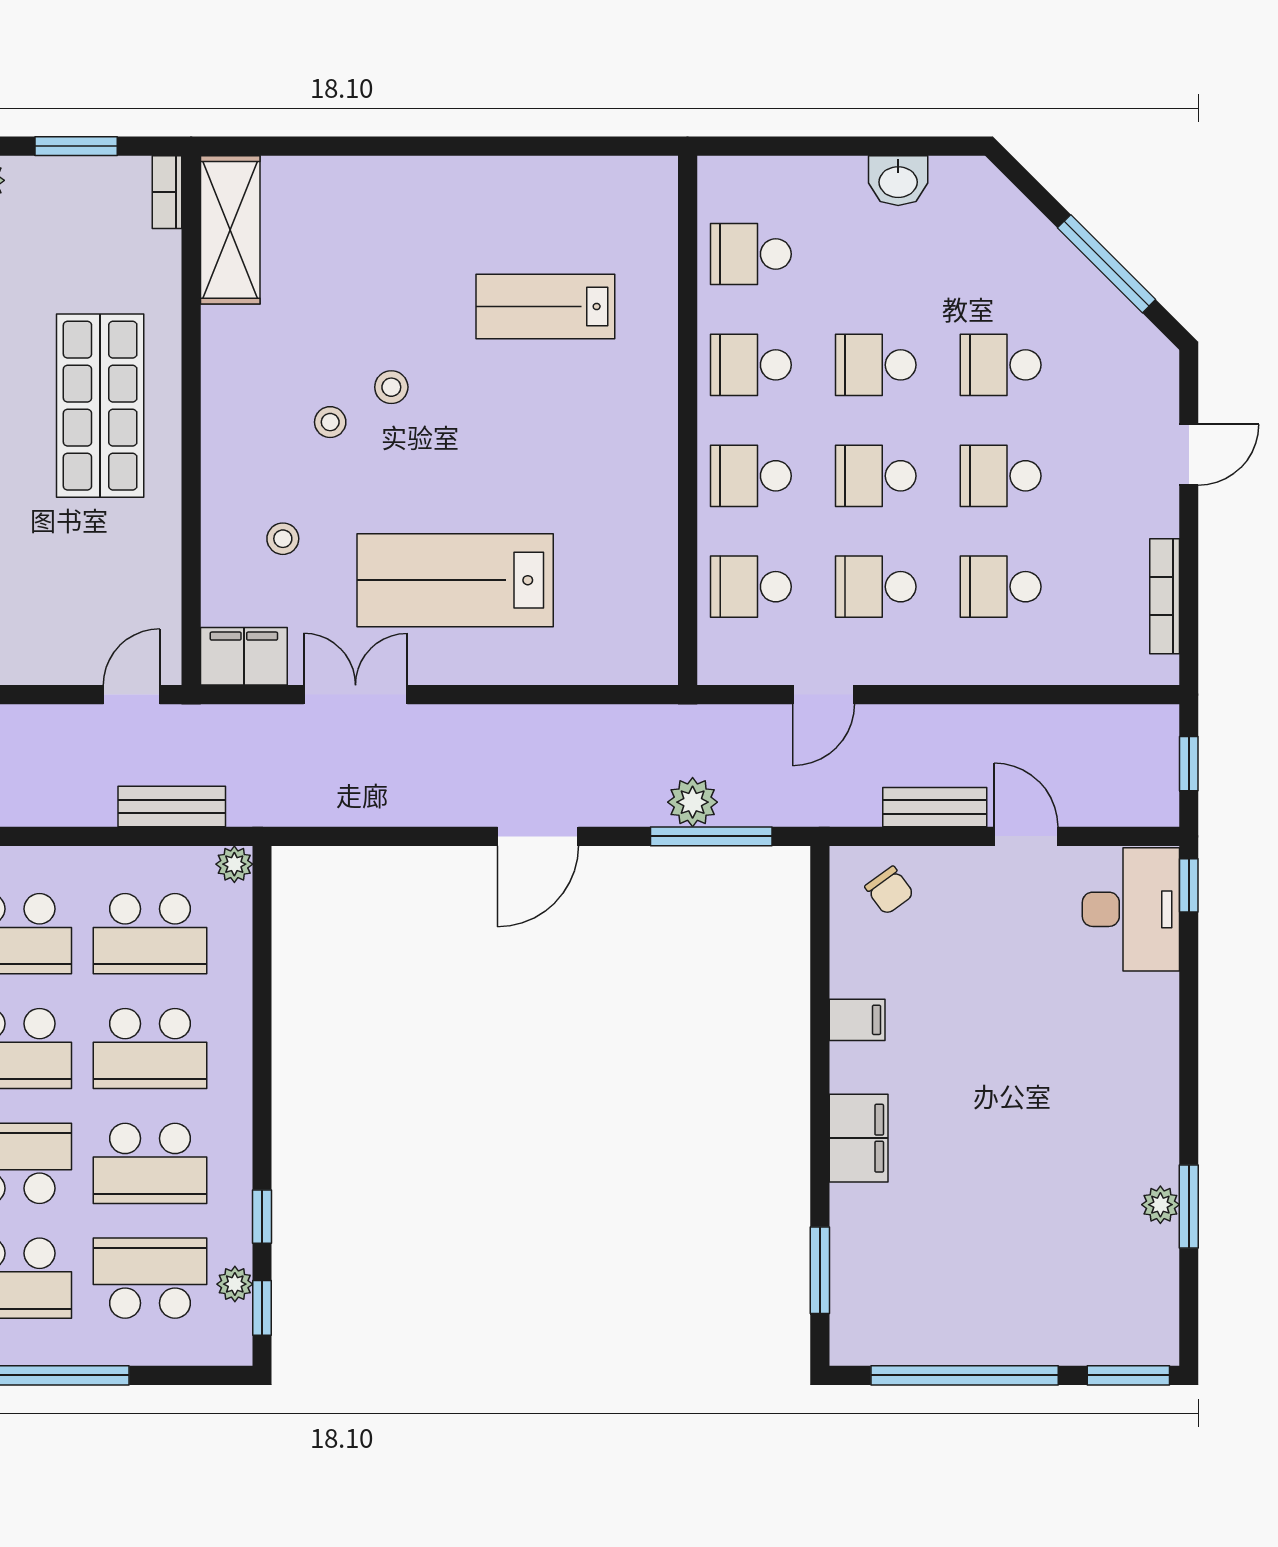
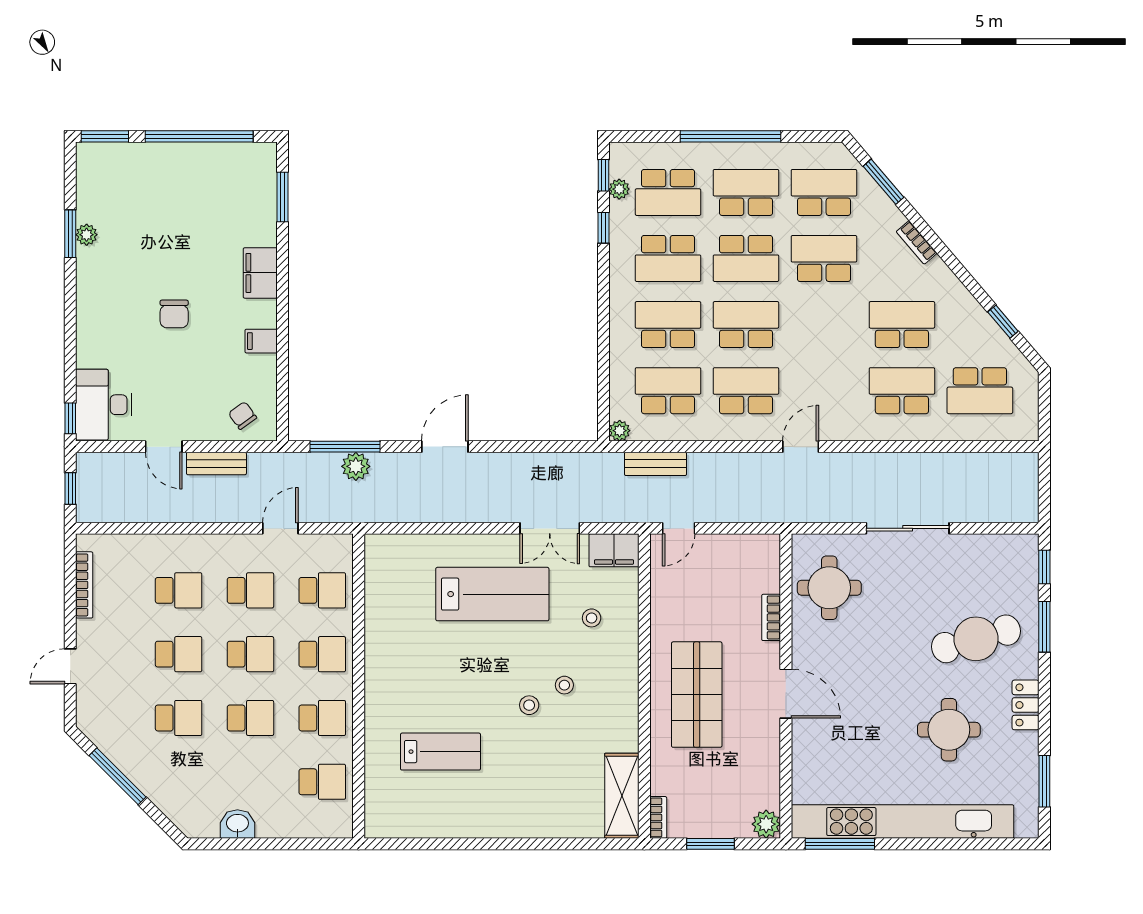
chair: (1008, 1067) -> (174, 314), added
school desk: (150, 1163) -> (668, 258), turned 180

